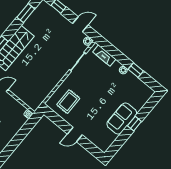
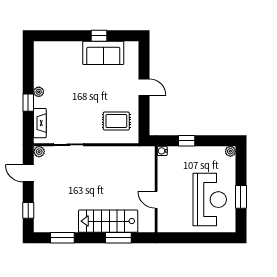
window: (136, 70) -> (28, 103), moved
sofa: (122, 118) -> (103, 53), moved
window: (134, 124) -> (99, 36), moved
window: (22, 133) -> (187, 141), added

